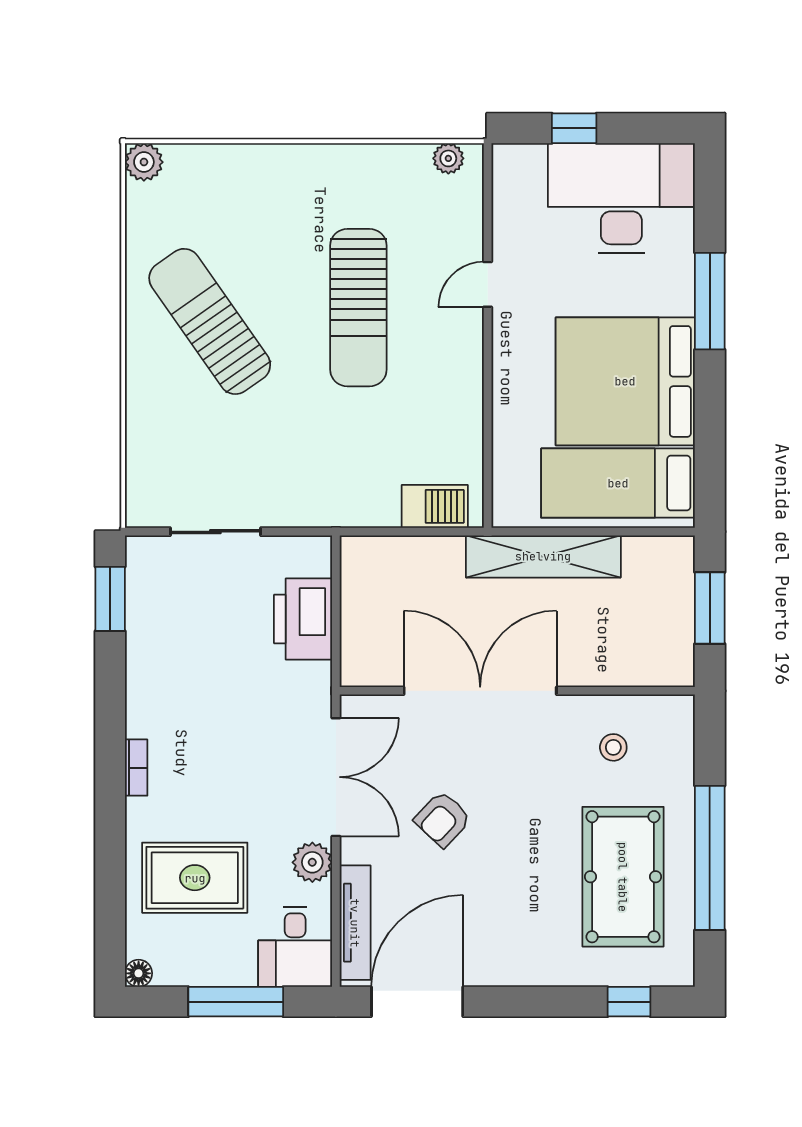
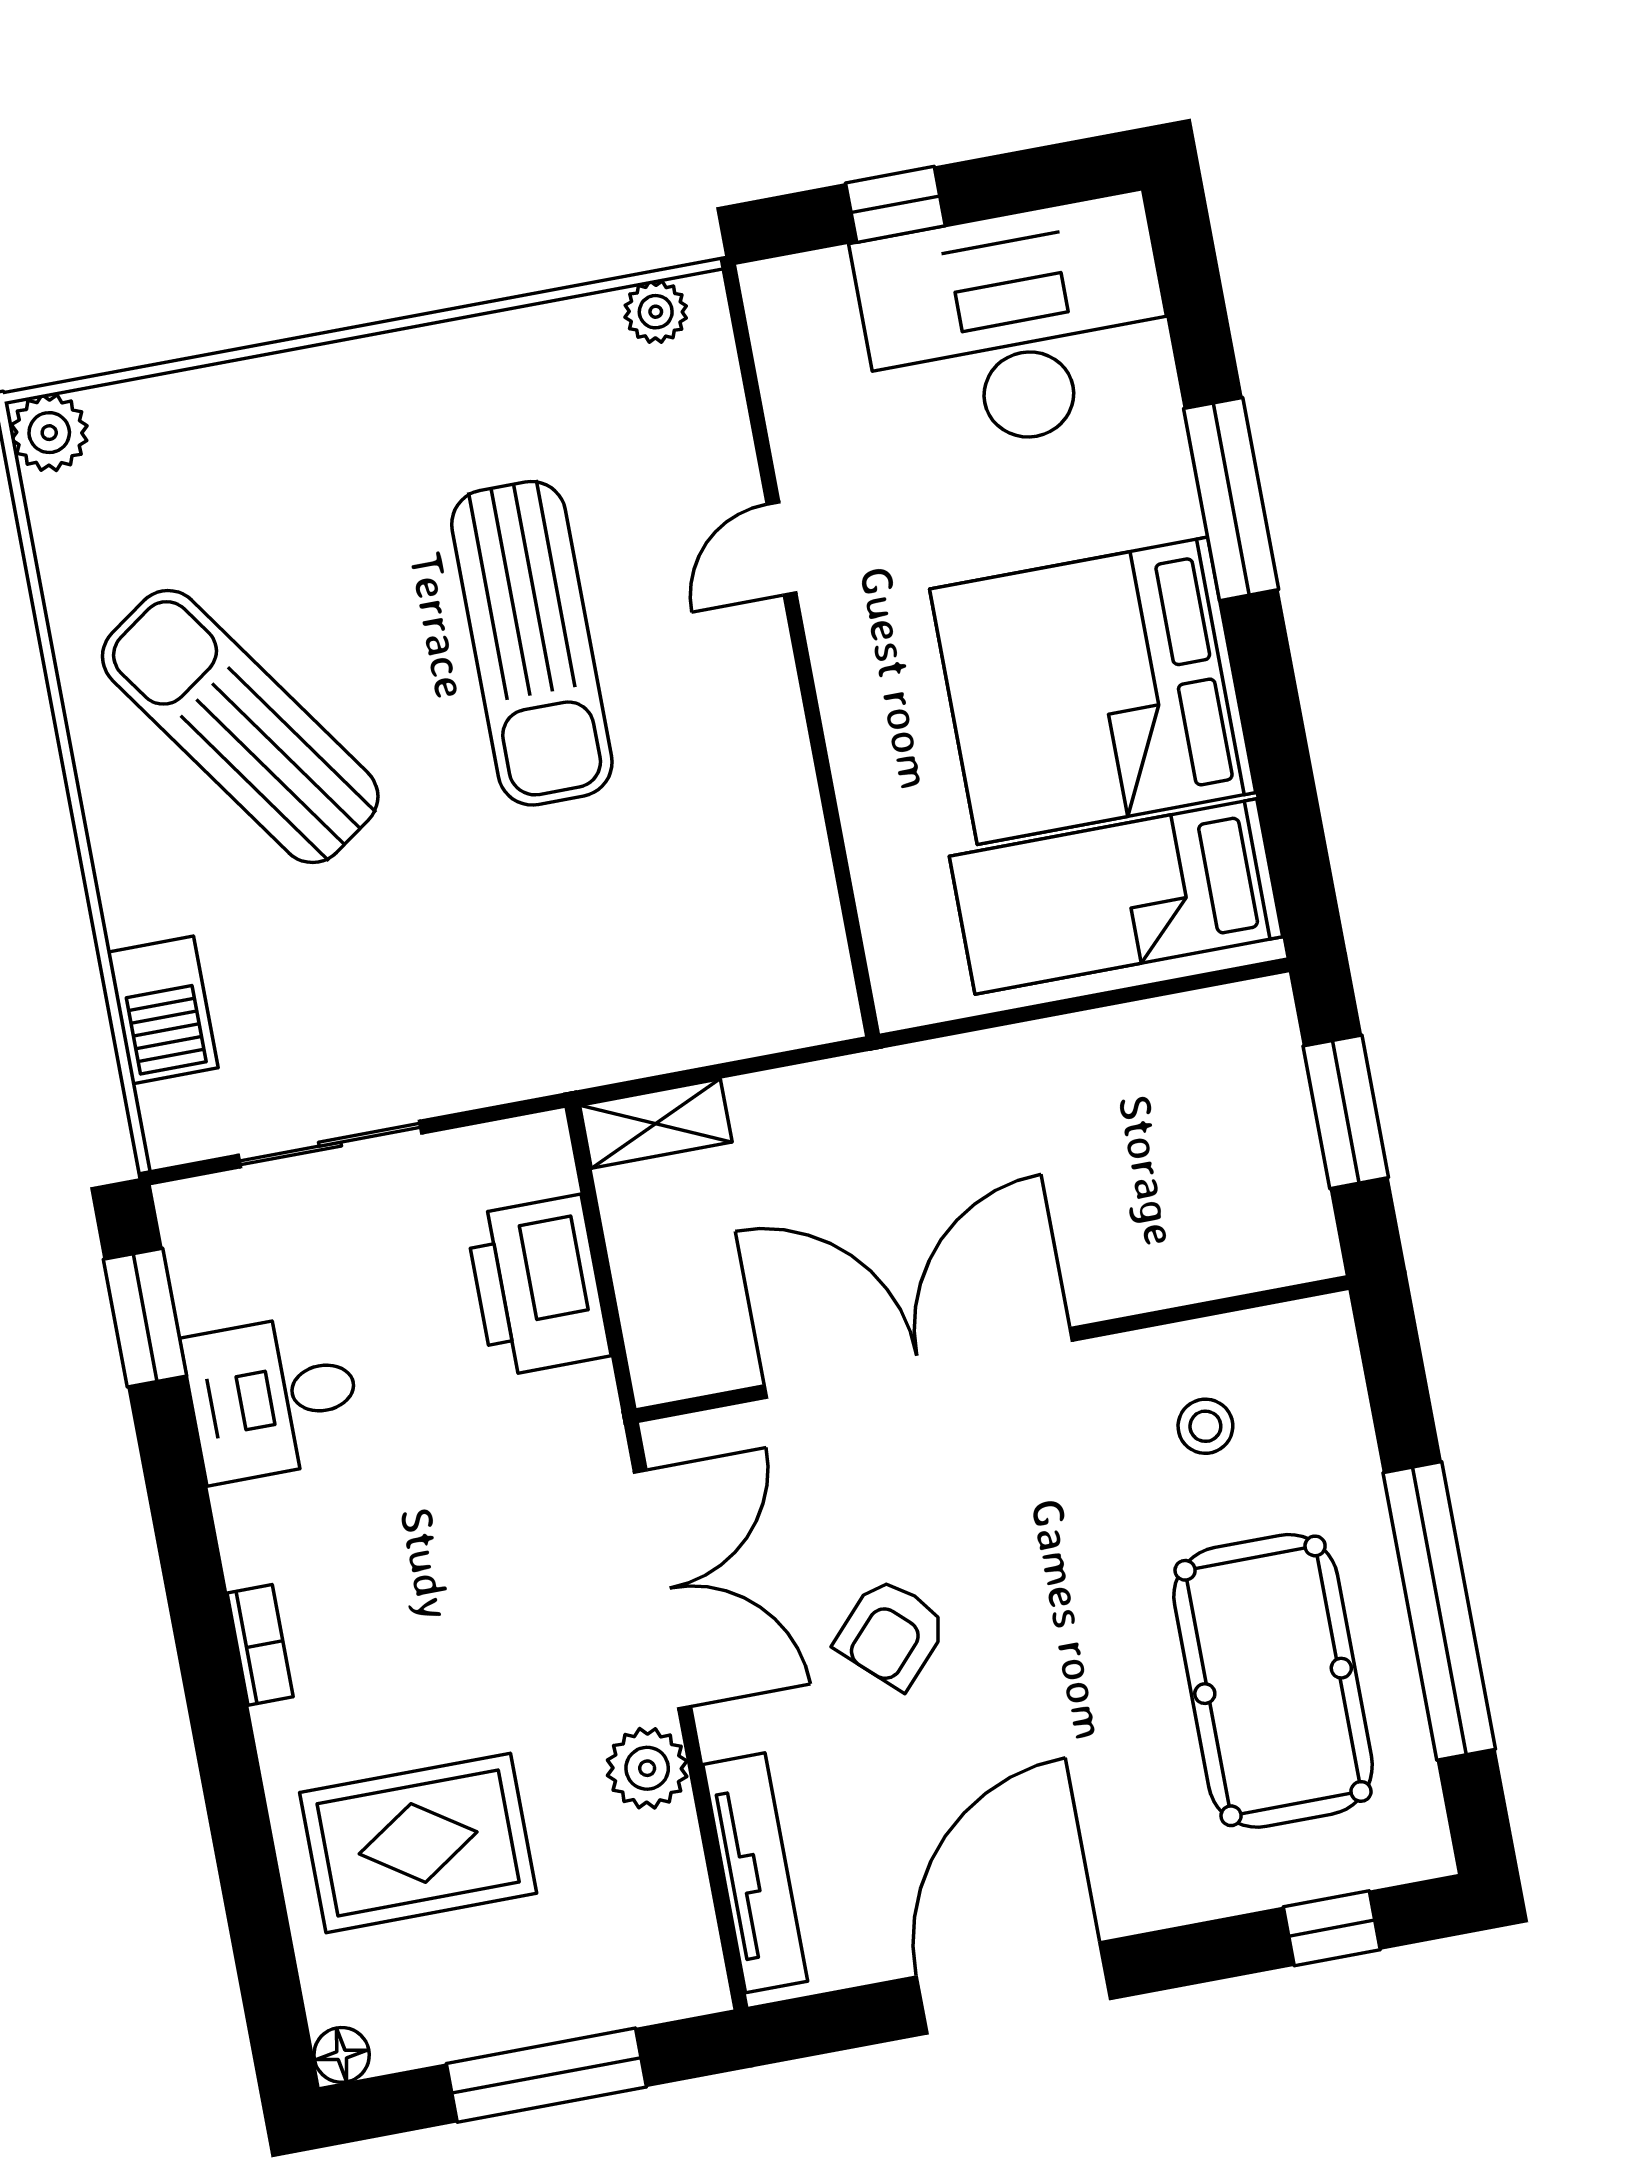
barbecue: (435, 506) -> (163, 1010), moved, turned 90
shelving: (543, 556) -> (656, 1124), moved, width x0.45, depth x0.75
desk: (295, 947) -> (273, 1397), moved, turned 90
door: (417, 1002) -> (1013, 1988), moved

